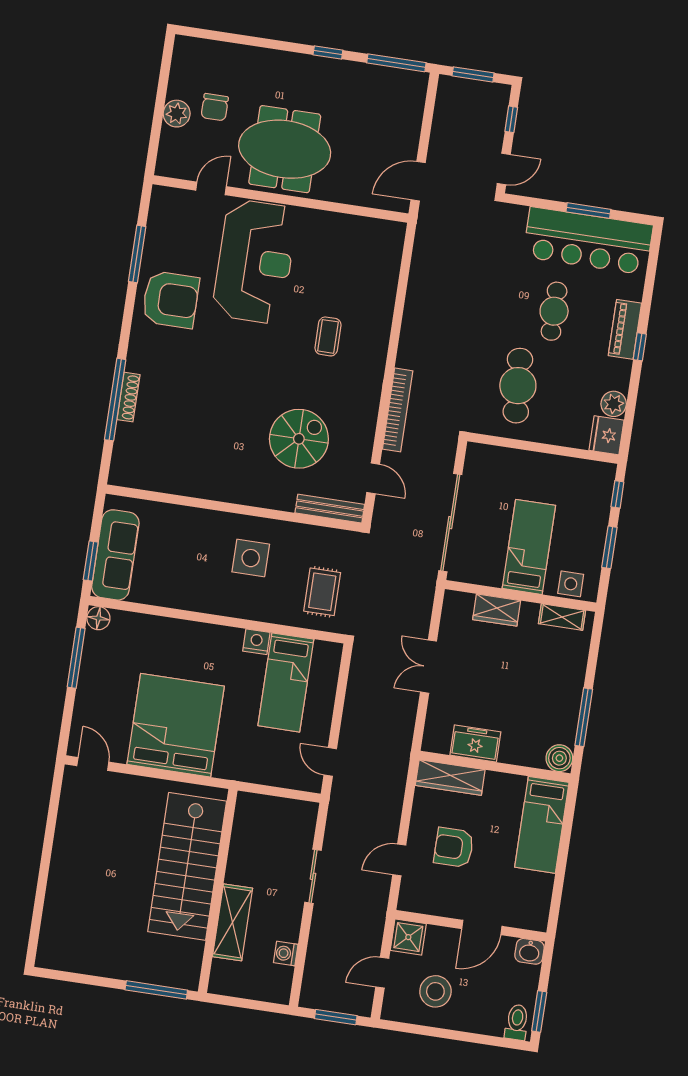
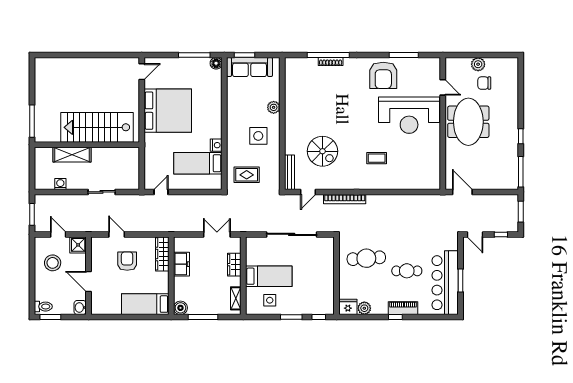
plant: (200, 520) -> (274, 107), added
bed: (529, 547) -> (269, 276), moved
wall: (521, 596) -> (243, 276), moved
wardrobe: (497, 610) -> (234, 265), moved
shelving: (562, 617) -> (236, 298), moved

